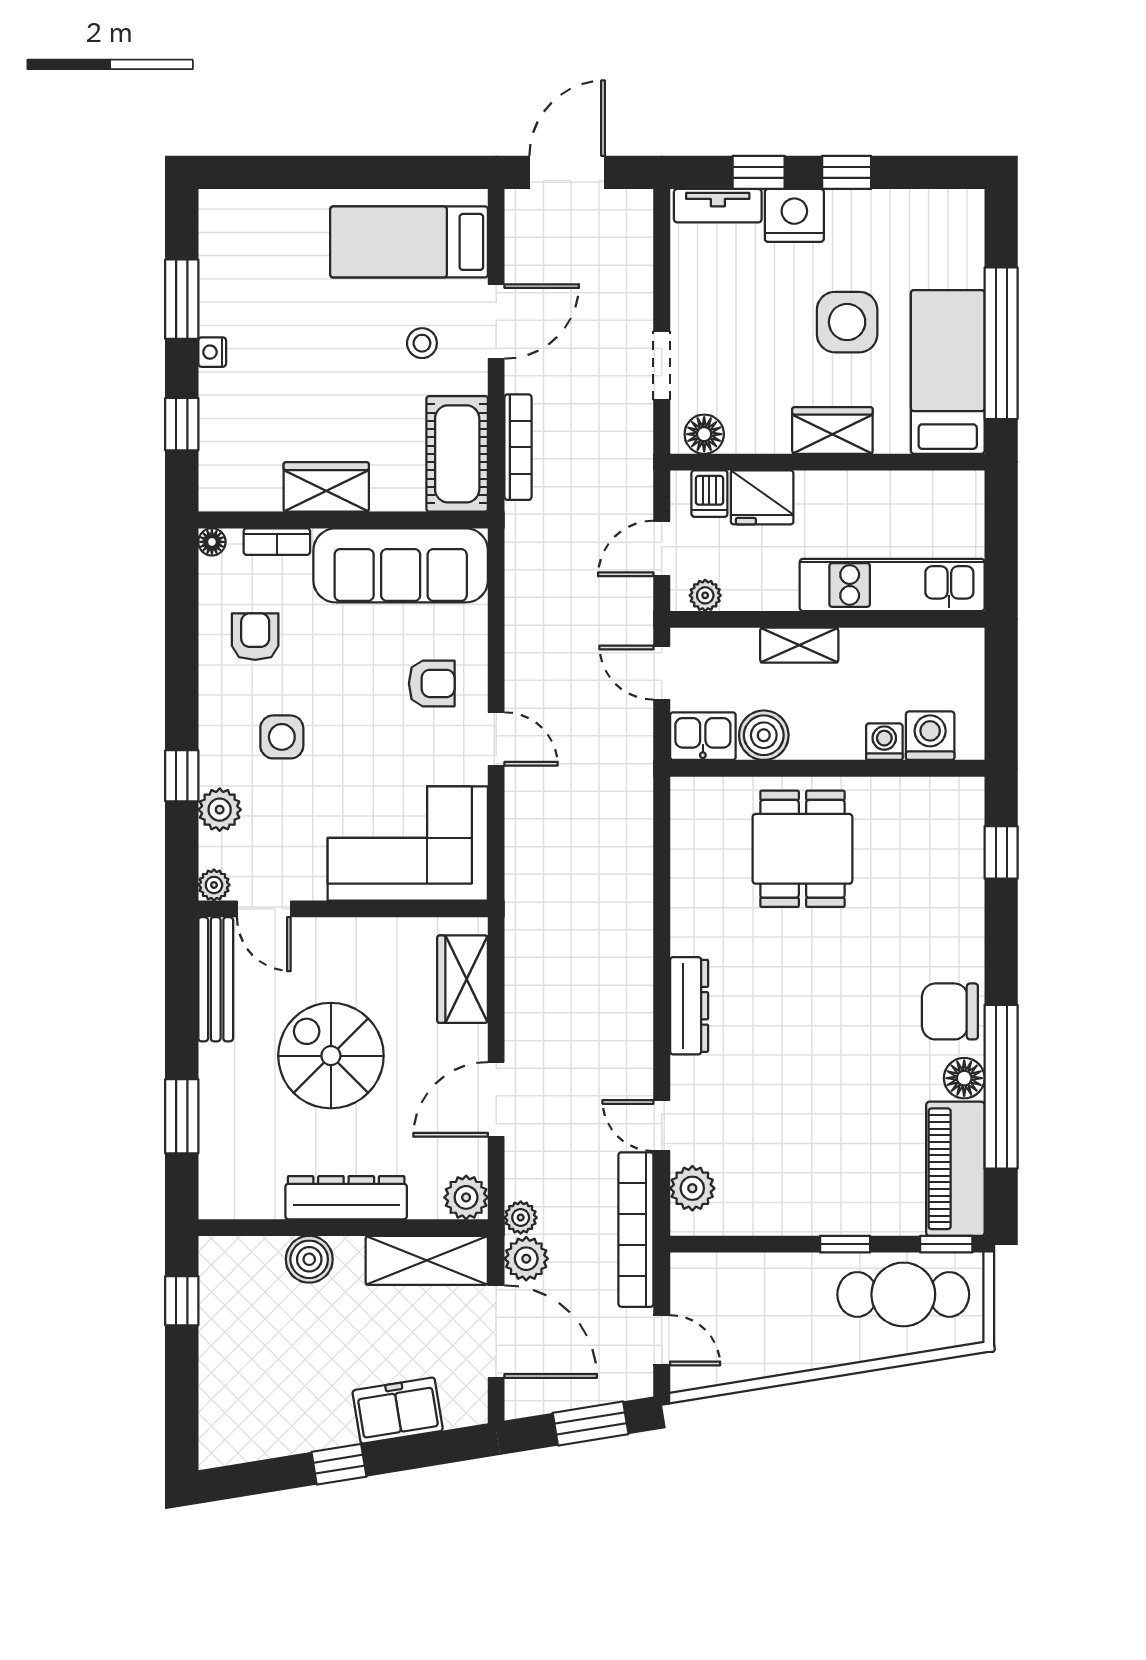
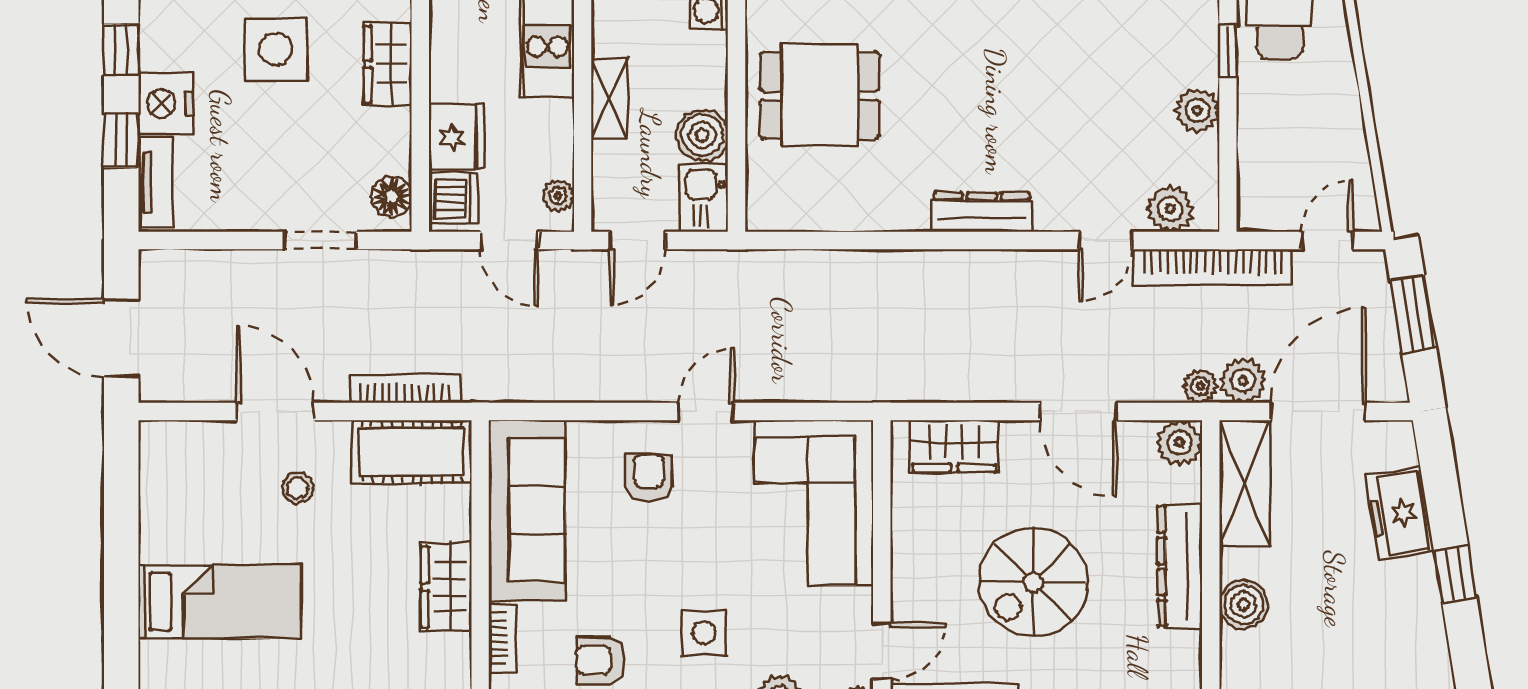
bed: (409, 242) -> (220, 602), moved, turned -90
dishwasher: (709, 494) -> (453, 198), width x1.38
plant: (788, 1215) -> (1197, 111), added

